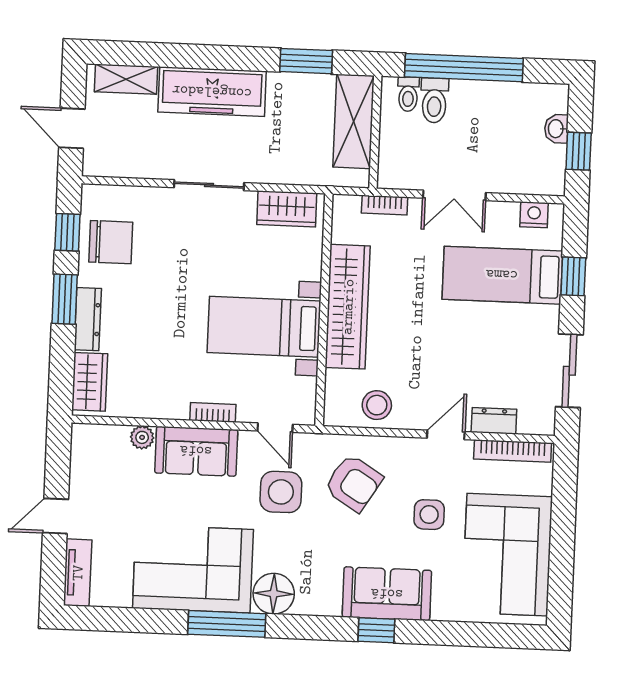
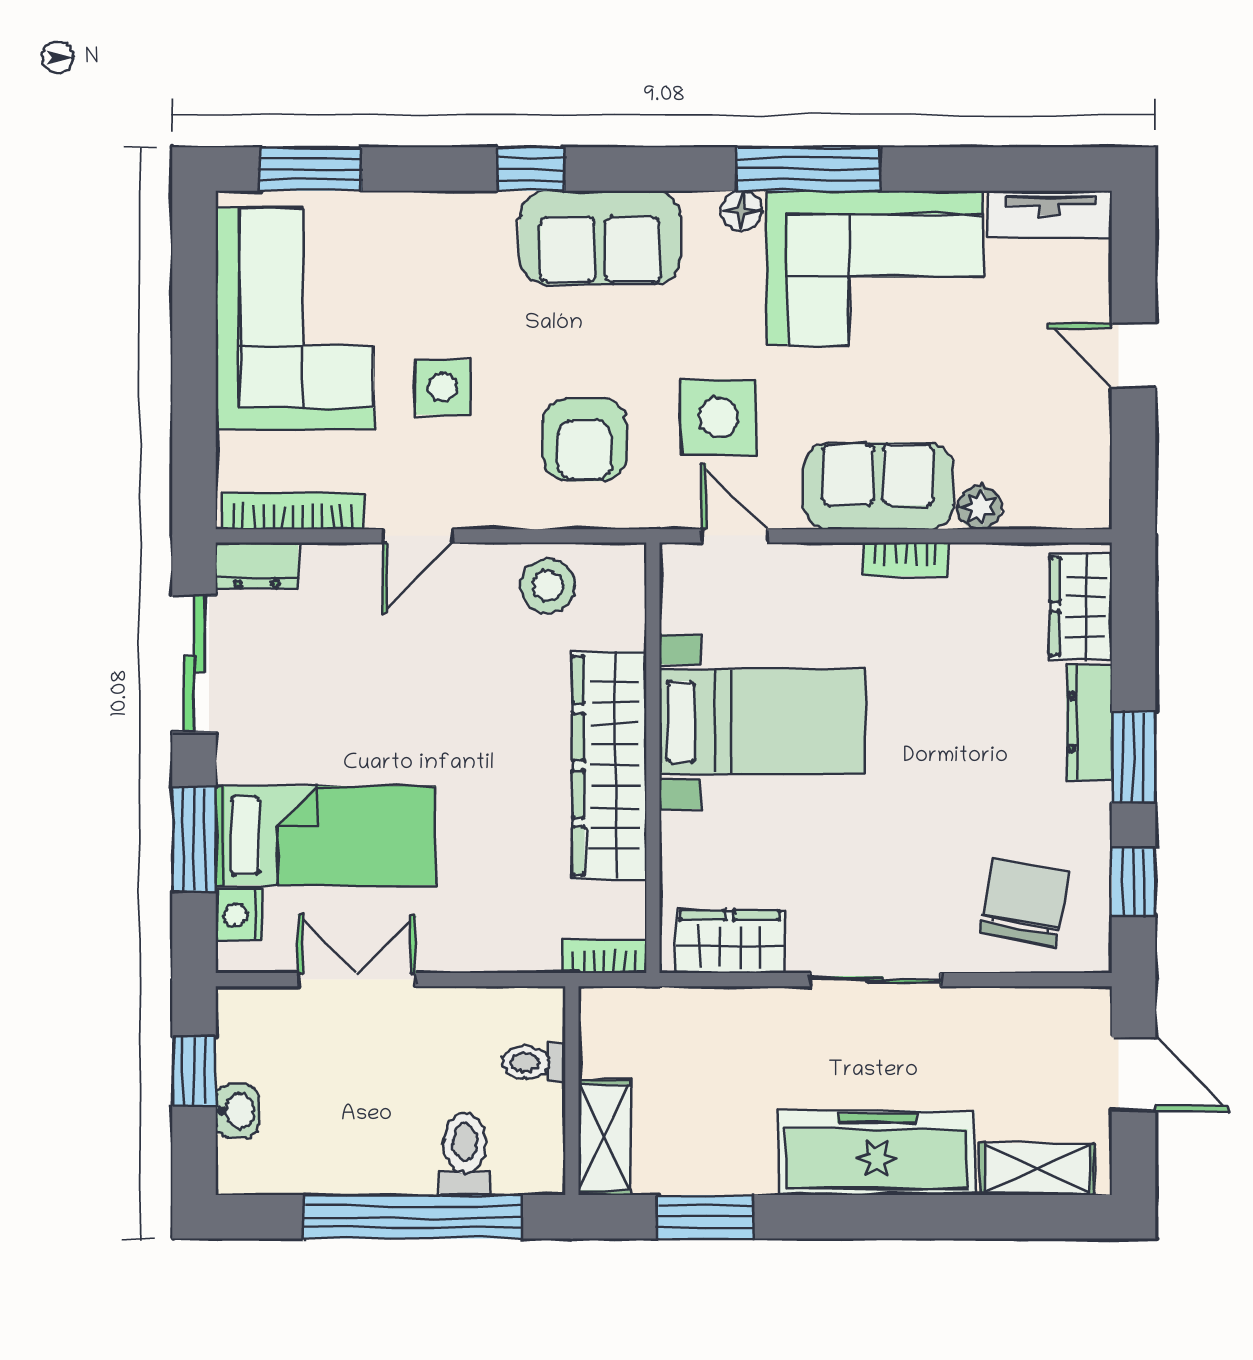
toilet: (408, 94) -> (534, 1063), moved, turned -90
shelving: (354, 121) -> (604, 1137), width x0.67, depth x0.75
double door: (454, 195) -> (357, 980), moved
bookcase: (385, 205) -> (604, 956), moved
nightstand: (534, 215) -> (239, 915), moved, turned 90
chair: (111, 242) -> (1025, 903), moved, turned 101
window: (573, 276) -> (194, 839), width x1.50
bookcase: (213, 412) -> (906, 559), moved
dresser: (494, 421) -> (257, 566), moved
armchair: (354, 483) -> (585, 440), turned -122
door: (56, 516) -> (1133, 355), swing flipped
tv unit: (78, 573) -> (1050, 214), moved, turned -90
floor lamp: (274, 594) -> (742, 211), width x0.53, depth x0.53
sofa: (387, 594) -> (600, 237), moved
window: (495, 635) -> (311, 169), added

